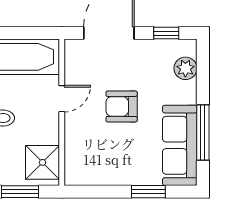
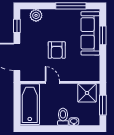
sofa: (180, 145) -> (90, 33), moved, turned 90

